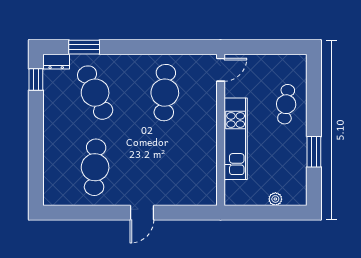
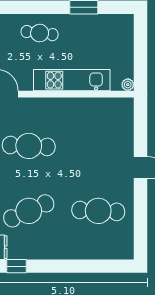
plant: (275, 199) -> (128, 85), moved

